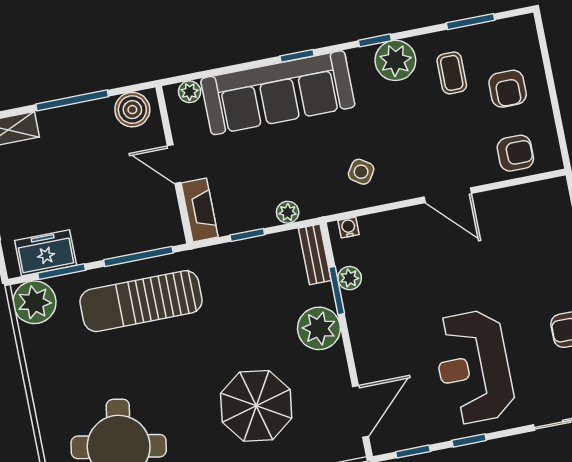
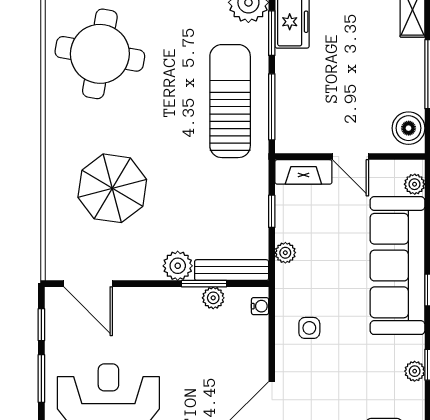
plant: (395, 60) -> (415, 371), width x0.53, depth x0.53
door: (174, 164) -> (351, 157), swing flipped
side table: (361, 172) -> (309, 328), turned -33
bench: (315, 254) -> (232, 270), width x1.36
plant: (319, 328) -> (178, 266), width x0.73, depth x0.73
window: (469, 440) -> (41, 379), width x1.50

